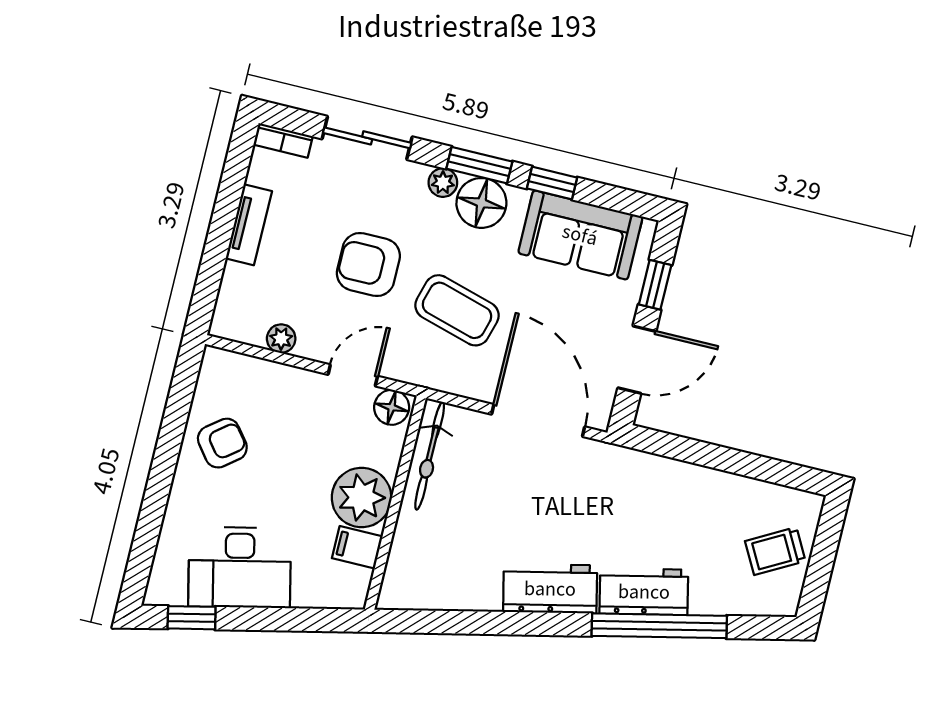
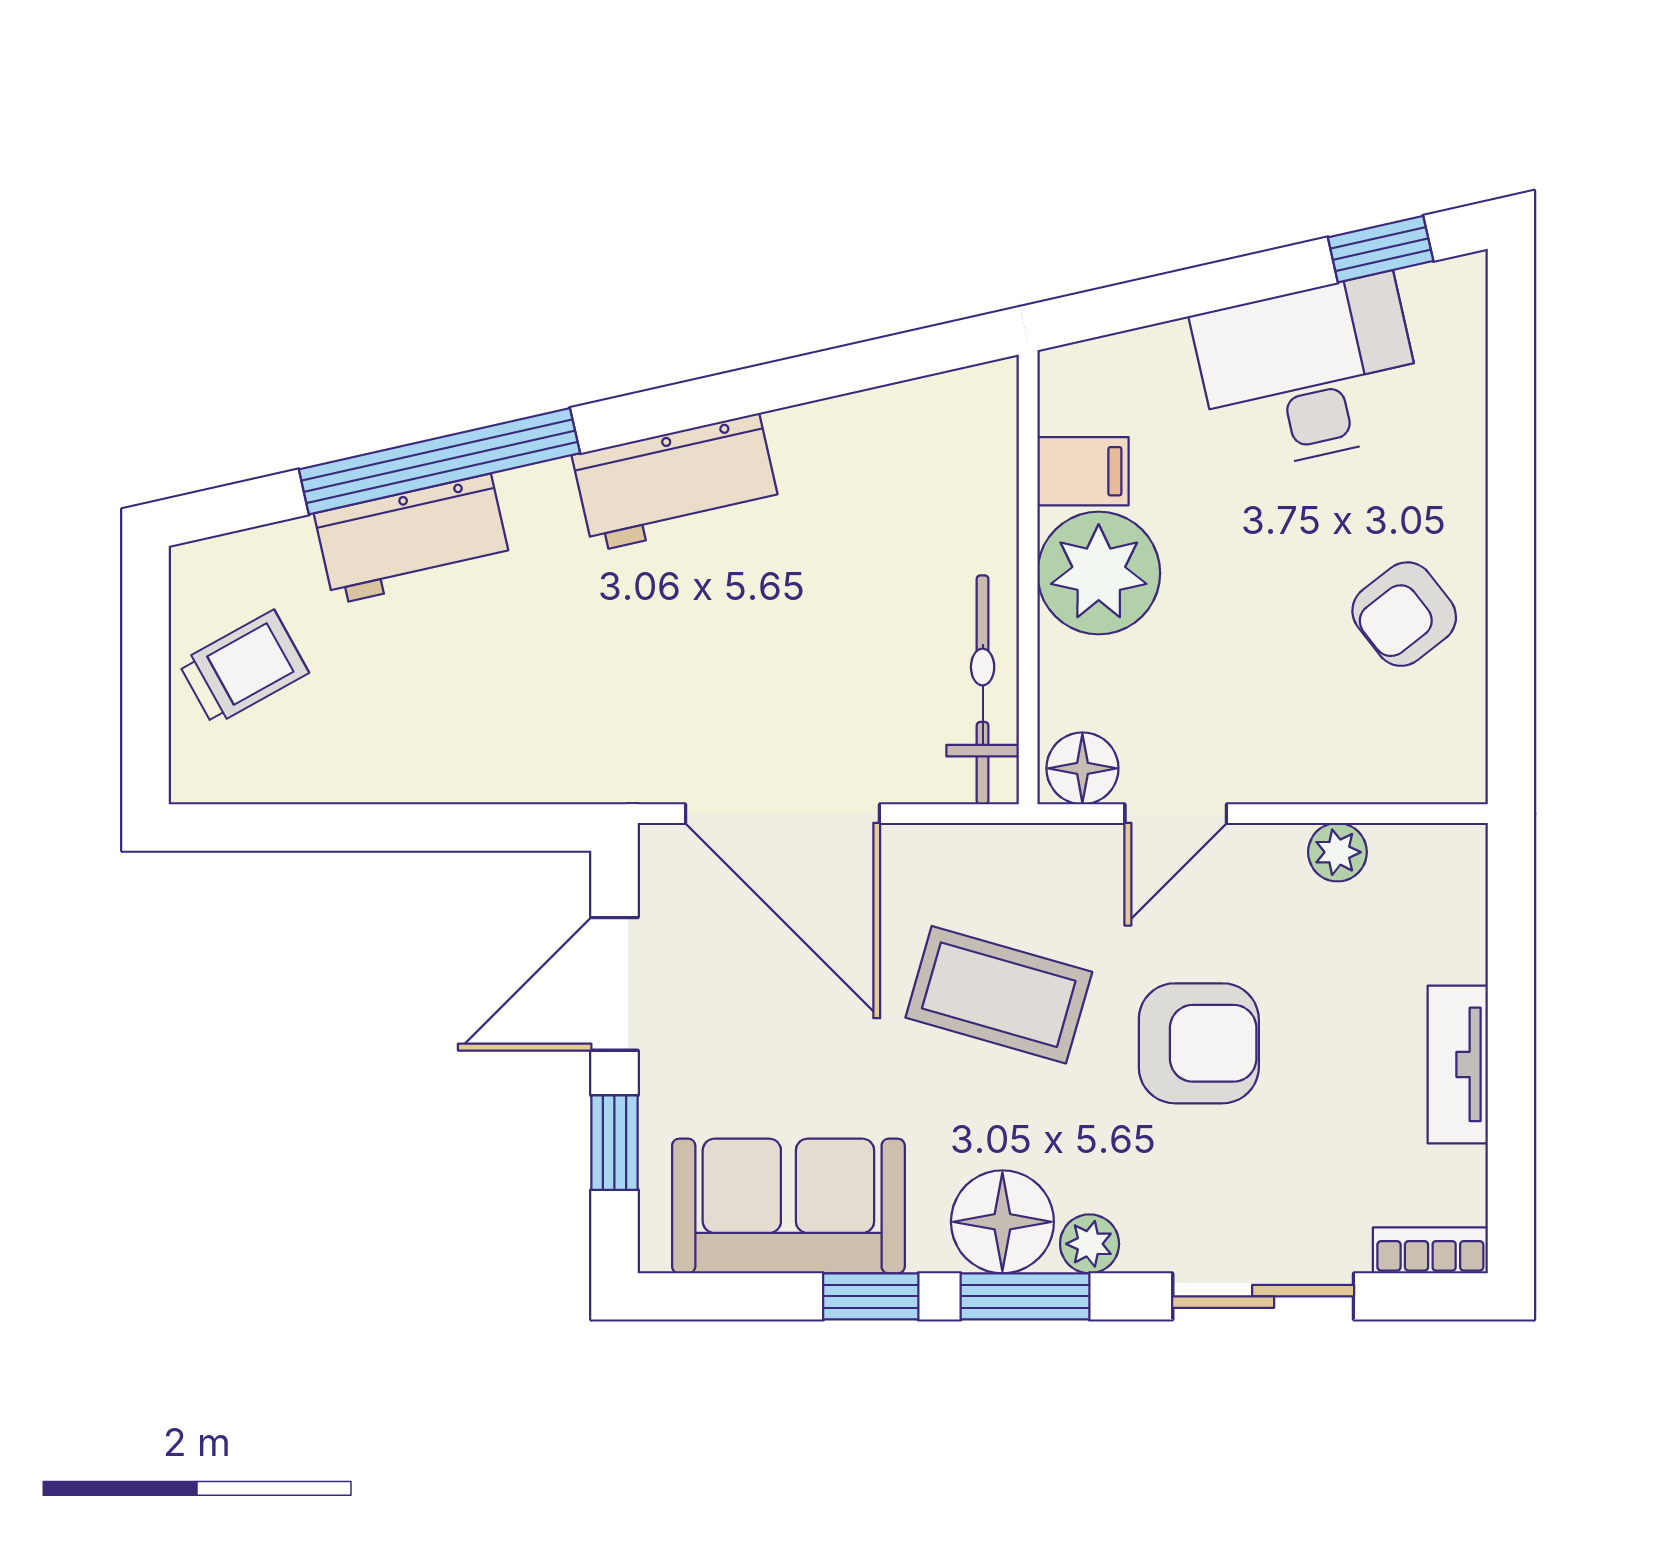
workbench: (644, 592) -> (413, 539), moved

